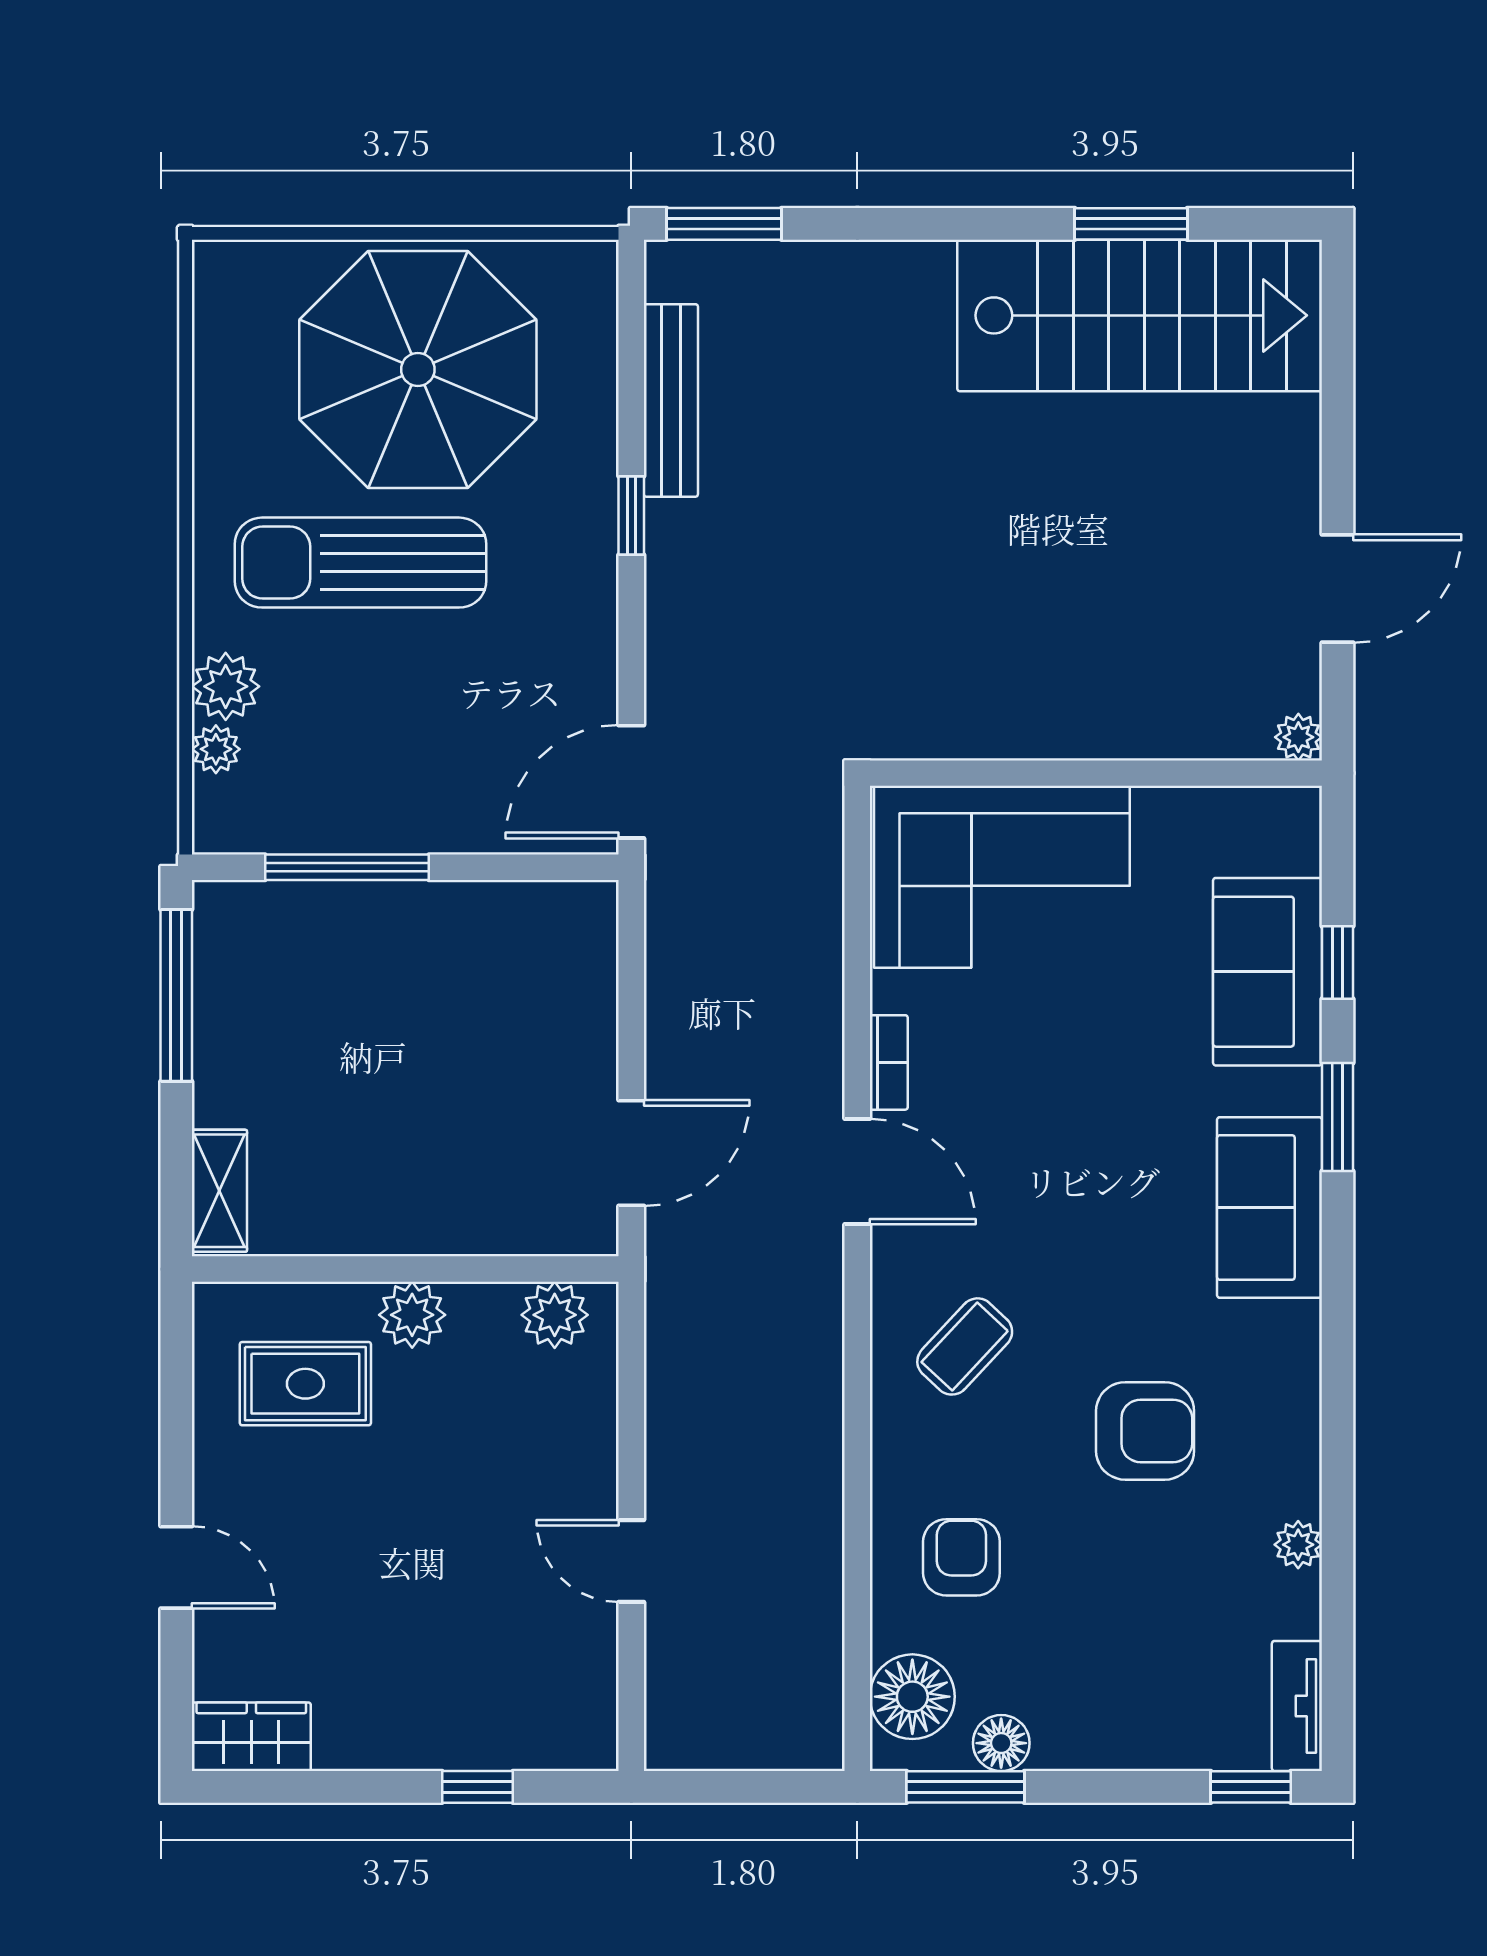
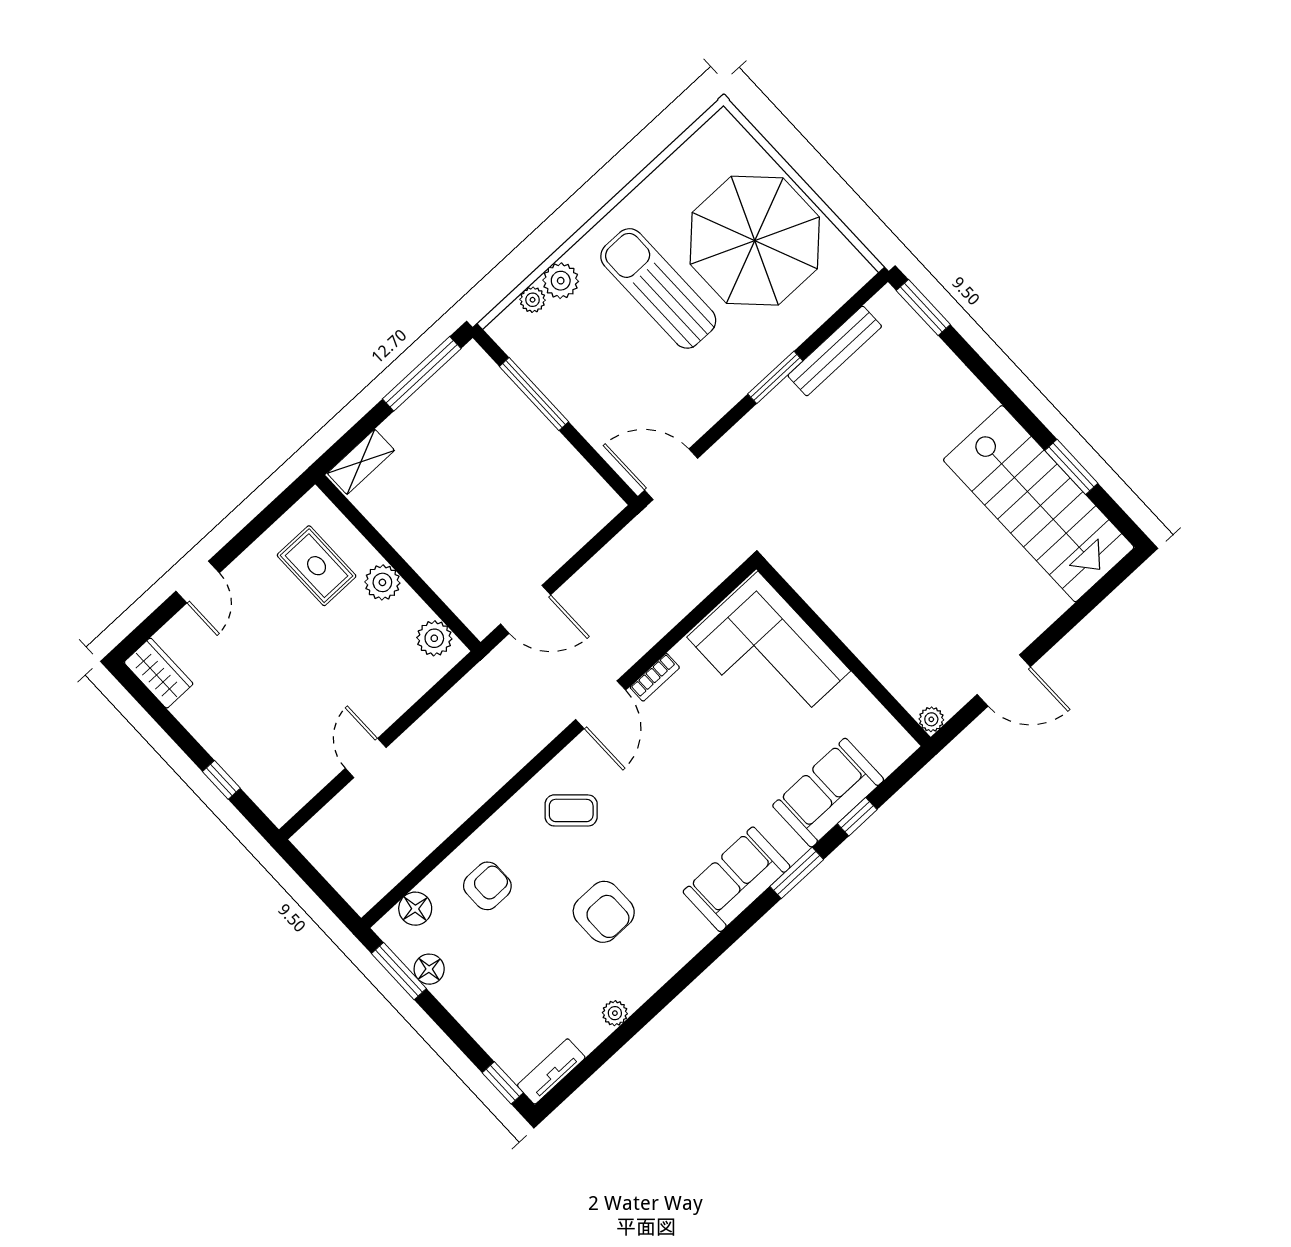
window: (631, 515) -> (775, 377), width x1.50
floor lamp: (912, 1697) -> (415, 909), width x0.73, depth x0.73

